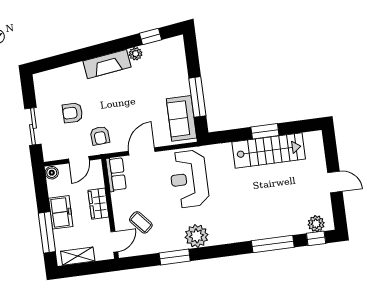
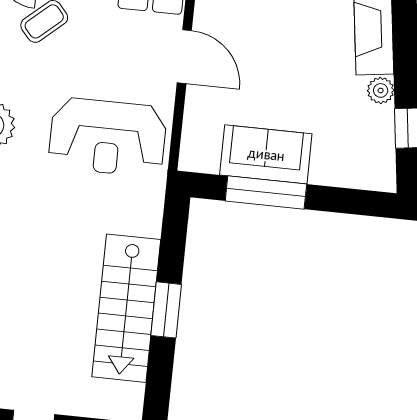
sofa: (181, 118) -> (266, 154), moved
reception desk: (189, 179) -> (108, 137), turned 180

